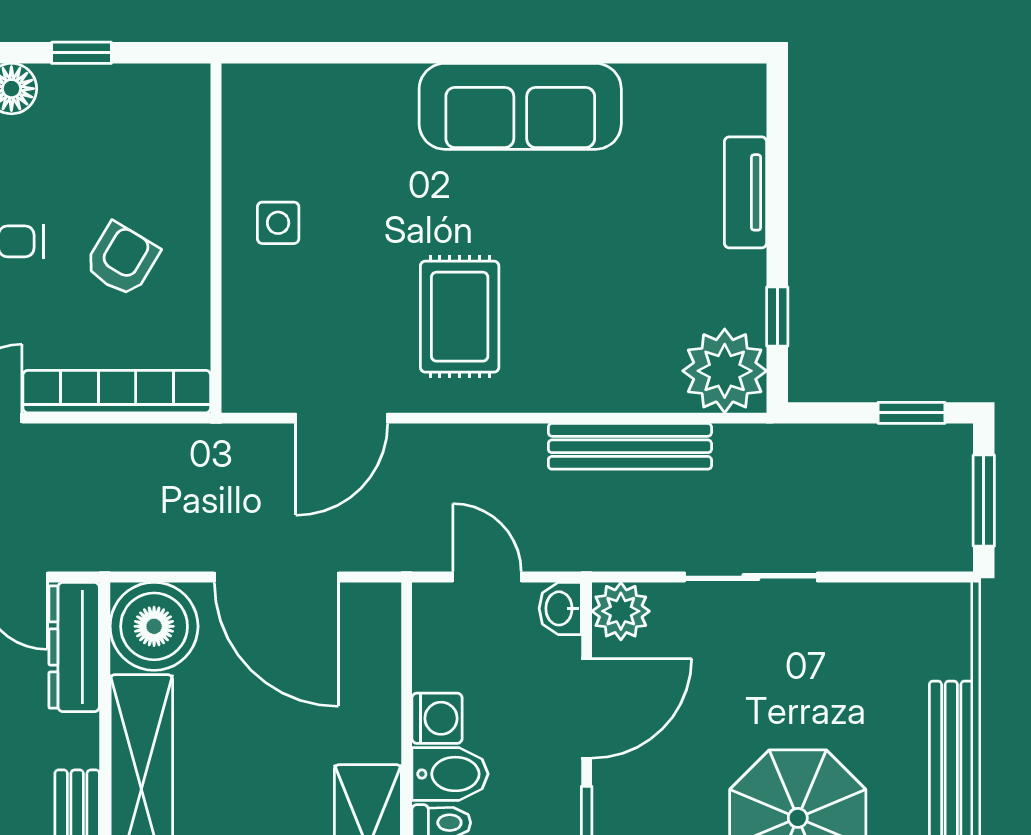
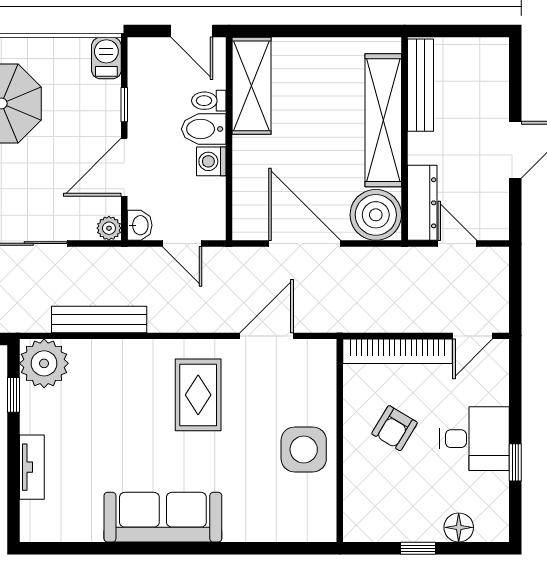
side table: (278, 223) -> (304, 449), width x1.87, depth x1.87
plant: (621, 611) -> (109, 228), width x0.73, depth x0.73

